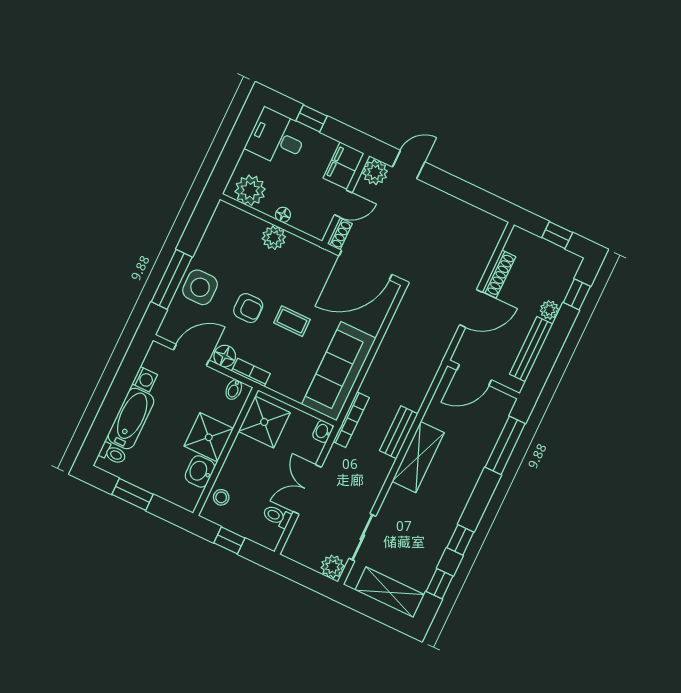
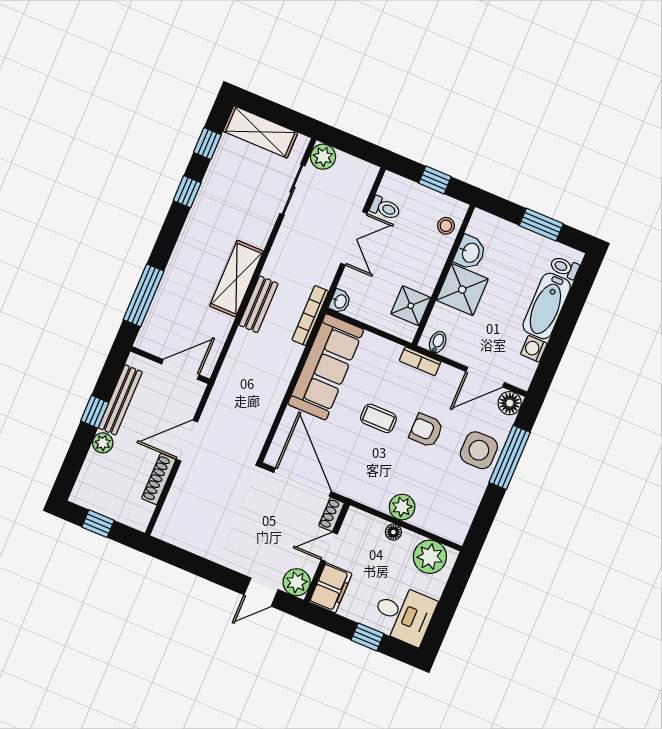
door: (366, 265) -> (302, 482), hinge flipped
window: (577, 294) -> (95, 412), moved
floor lamp: (225, 356) -> (510, 403), moved
shower: (264, 422) -> (411, 306), width x0.73, depth x0.73

